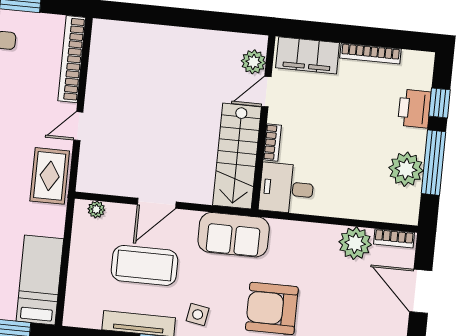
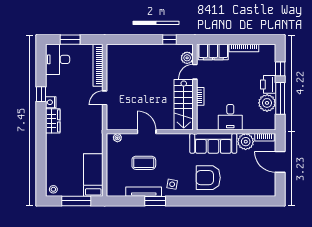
window: (222, 22) -> (170, 40), added
printer: (414, 109) -> (268, 84), moved
rug: (50, 176) -> (93, 124), removed
desk: (287, 188) -> (230, 117), moved, turned -90
door: (157, 203) -> (147, 132), swing flipped
sofa: (234, 235) -> (213, 143), moved, width x1.36
coffee table: (145, 265) -> (144, 163), width x0.73, depth x0.76

